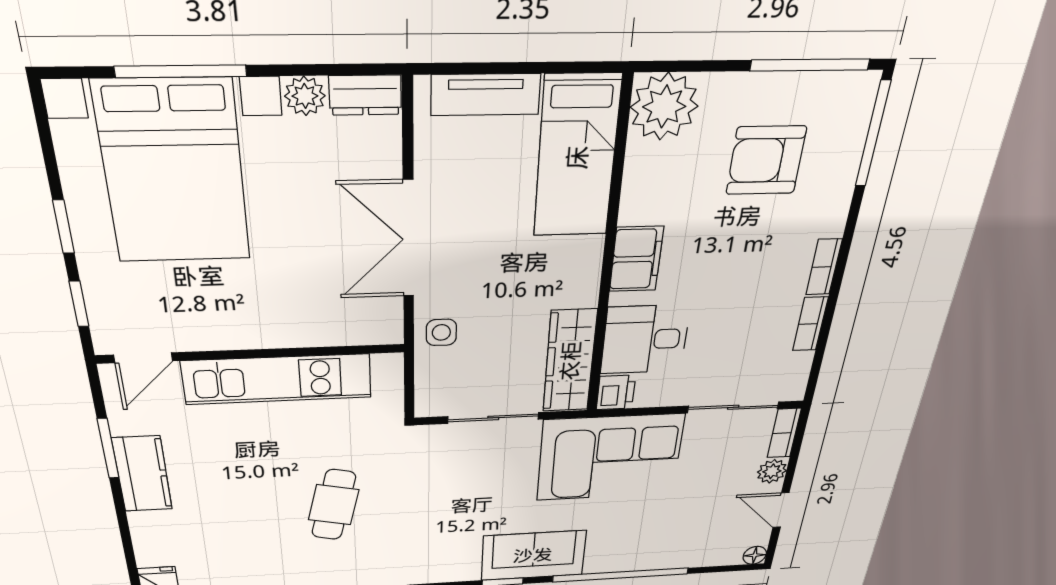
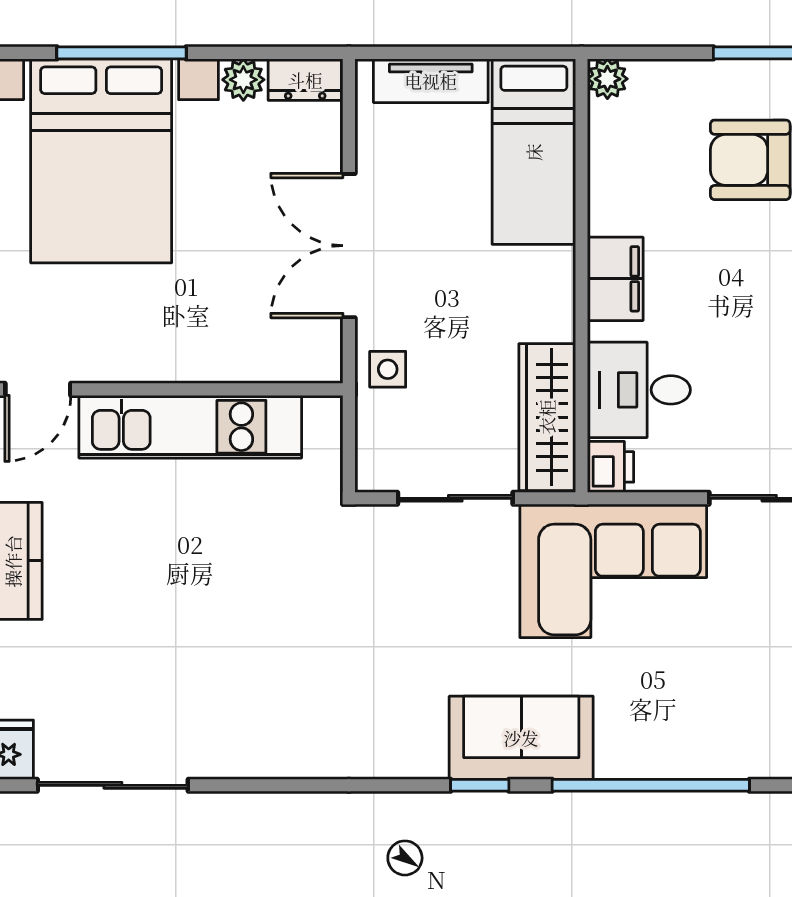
plant: (664, 107) -> (607, 79), width x0.53, depth x0.53
cafe table: (334, 505) -> (249, 627), removed

